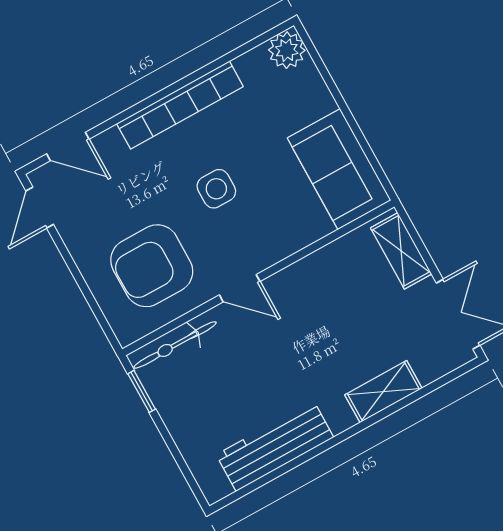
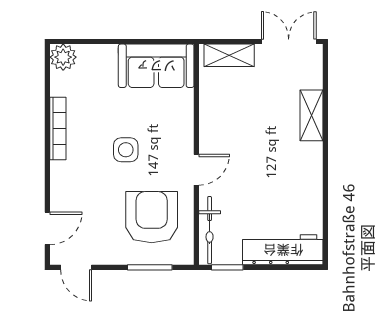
bookcase: (180, 105) -> (58, 128), width x0.68, depth x0.76
armchair: (152, 266) -> (152, 217), turned 180
window: (89, 297) -> (150, 267), added
workbench: (275, 446) -> (283, 250), moved, turned 90

